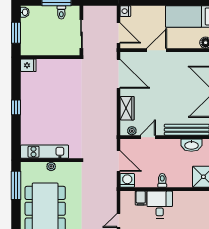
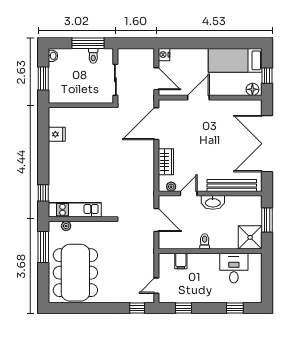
fridge: (28, 65) -> (57, 134), moved
door: (118, 74) -> (156, 124), swing flipped
window: (16, 107) -> (43, 193), moved
washbasin: (191, 145) -> (213, 202), moved
plant: (51, 166) -> (66, 226), moved
washing machine: (127, 180) -> (166, 241), removed
desk: (160, 205) -> (234, 268), moved

